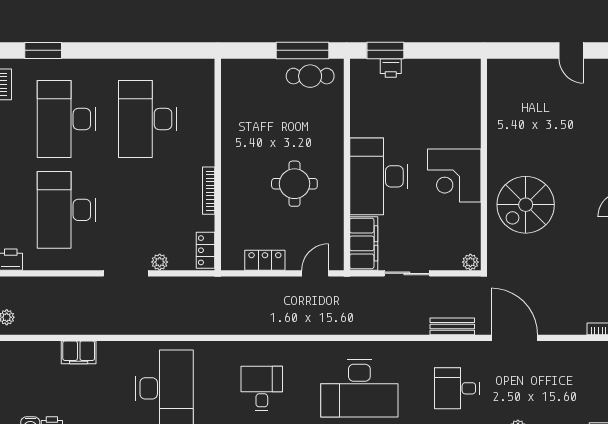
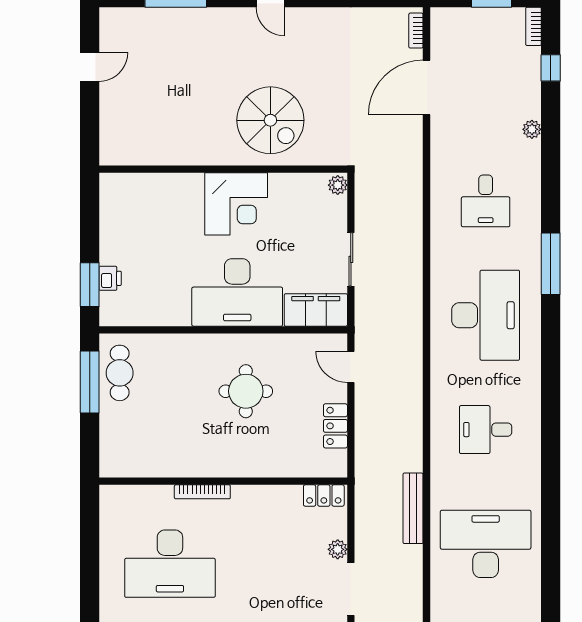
bookcase: (209, 191) -> (202, 492), moved
bench: (452, 326) -> (413, 508), moved, width x1.36
door: (514, 338) -> (427, 87), moved

